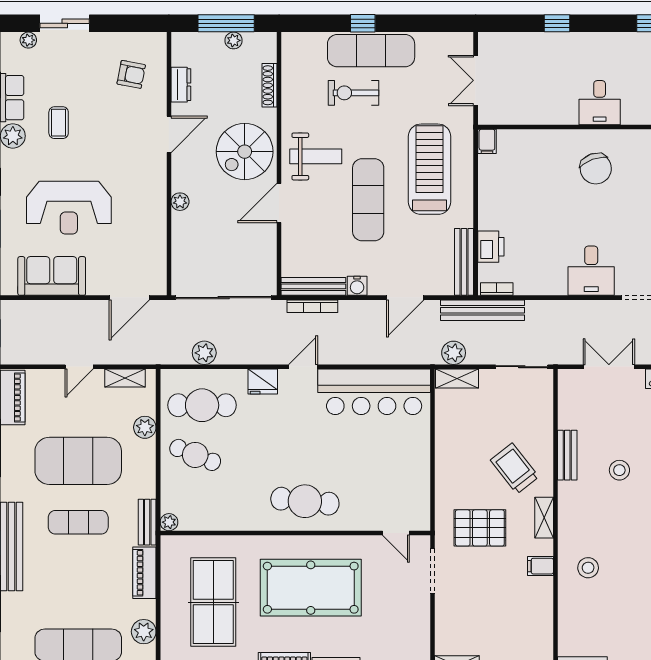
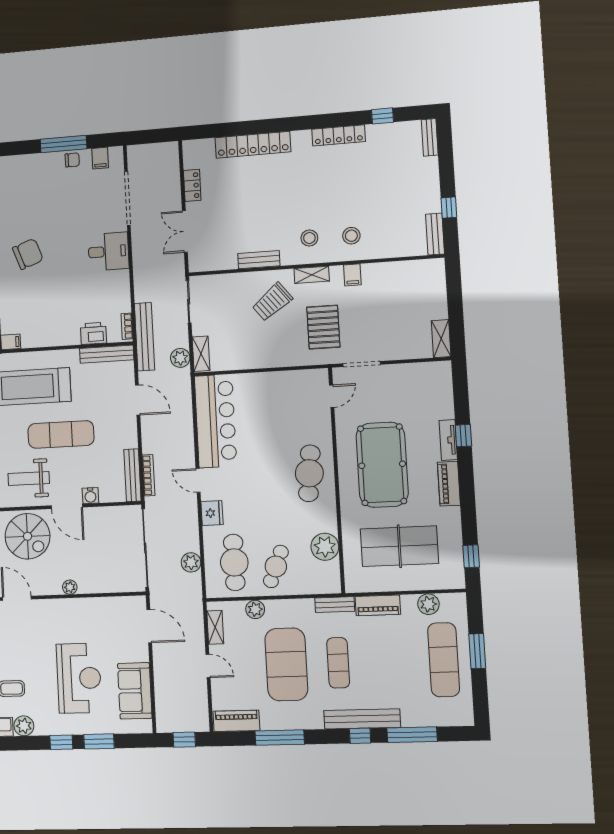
weight bench: (316, 156) -> (29, 479), turned -90
water cooler: (357, 286) -> (90, 496), moved, turned 90
stool: (619, 470) -> (309, 238), moved
plant: (169, 522) -> (325, 547), moved, width x1.87, depth x1.87

